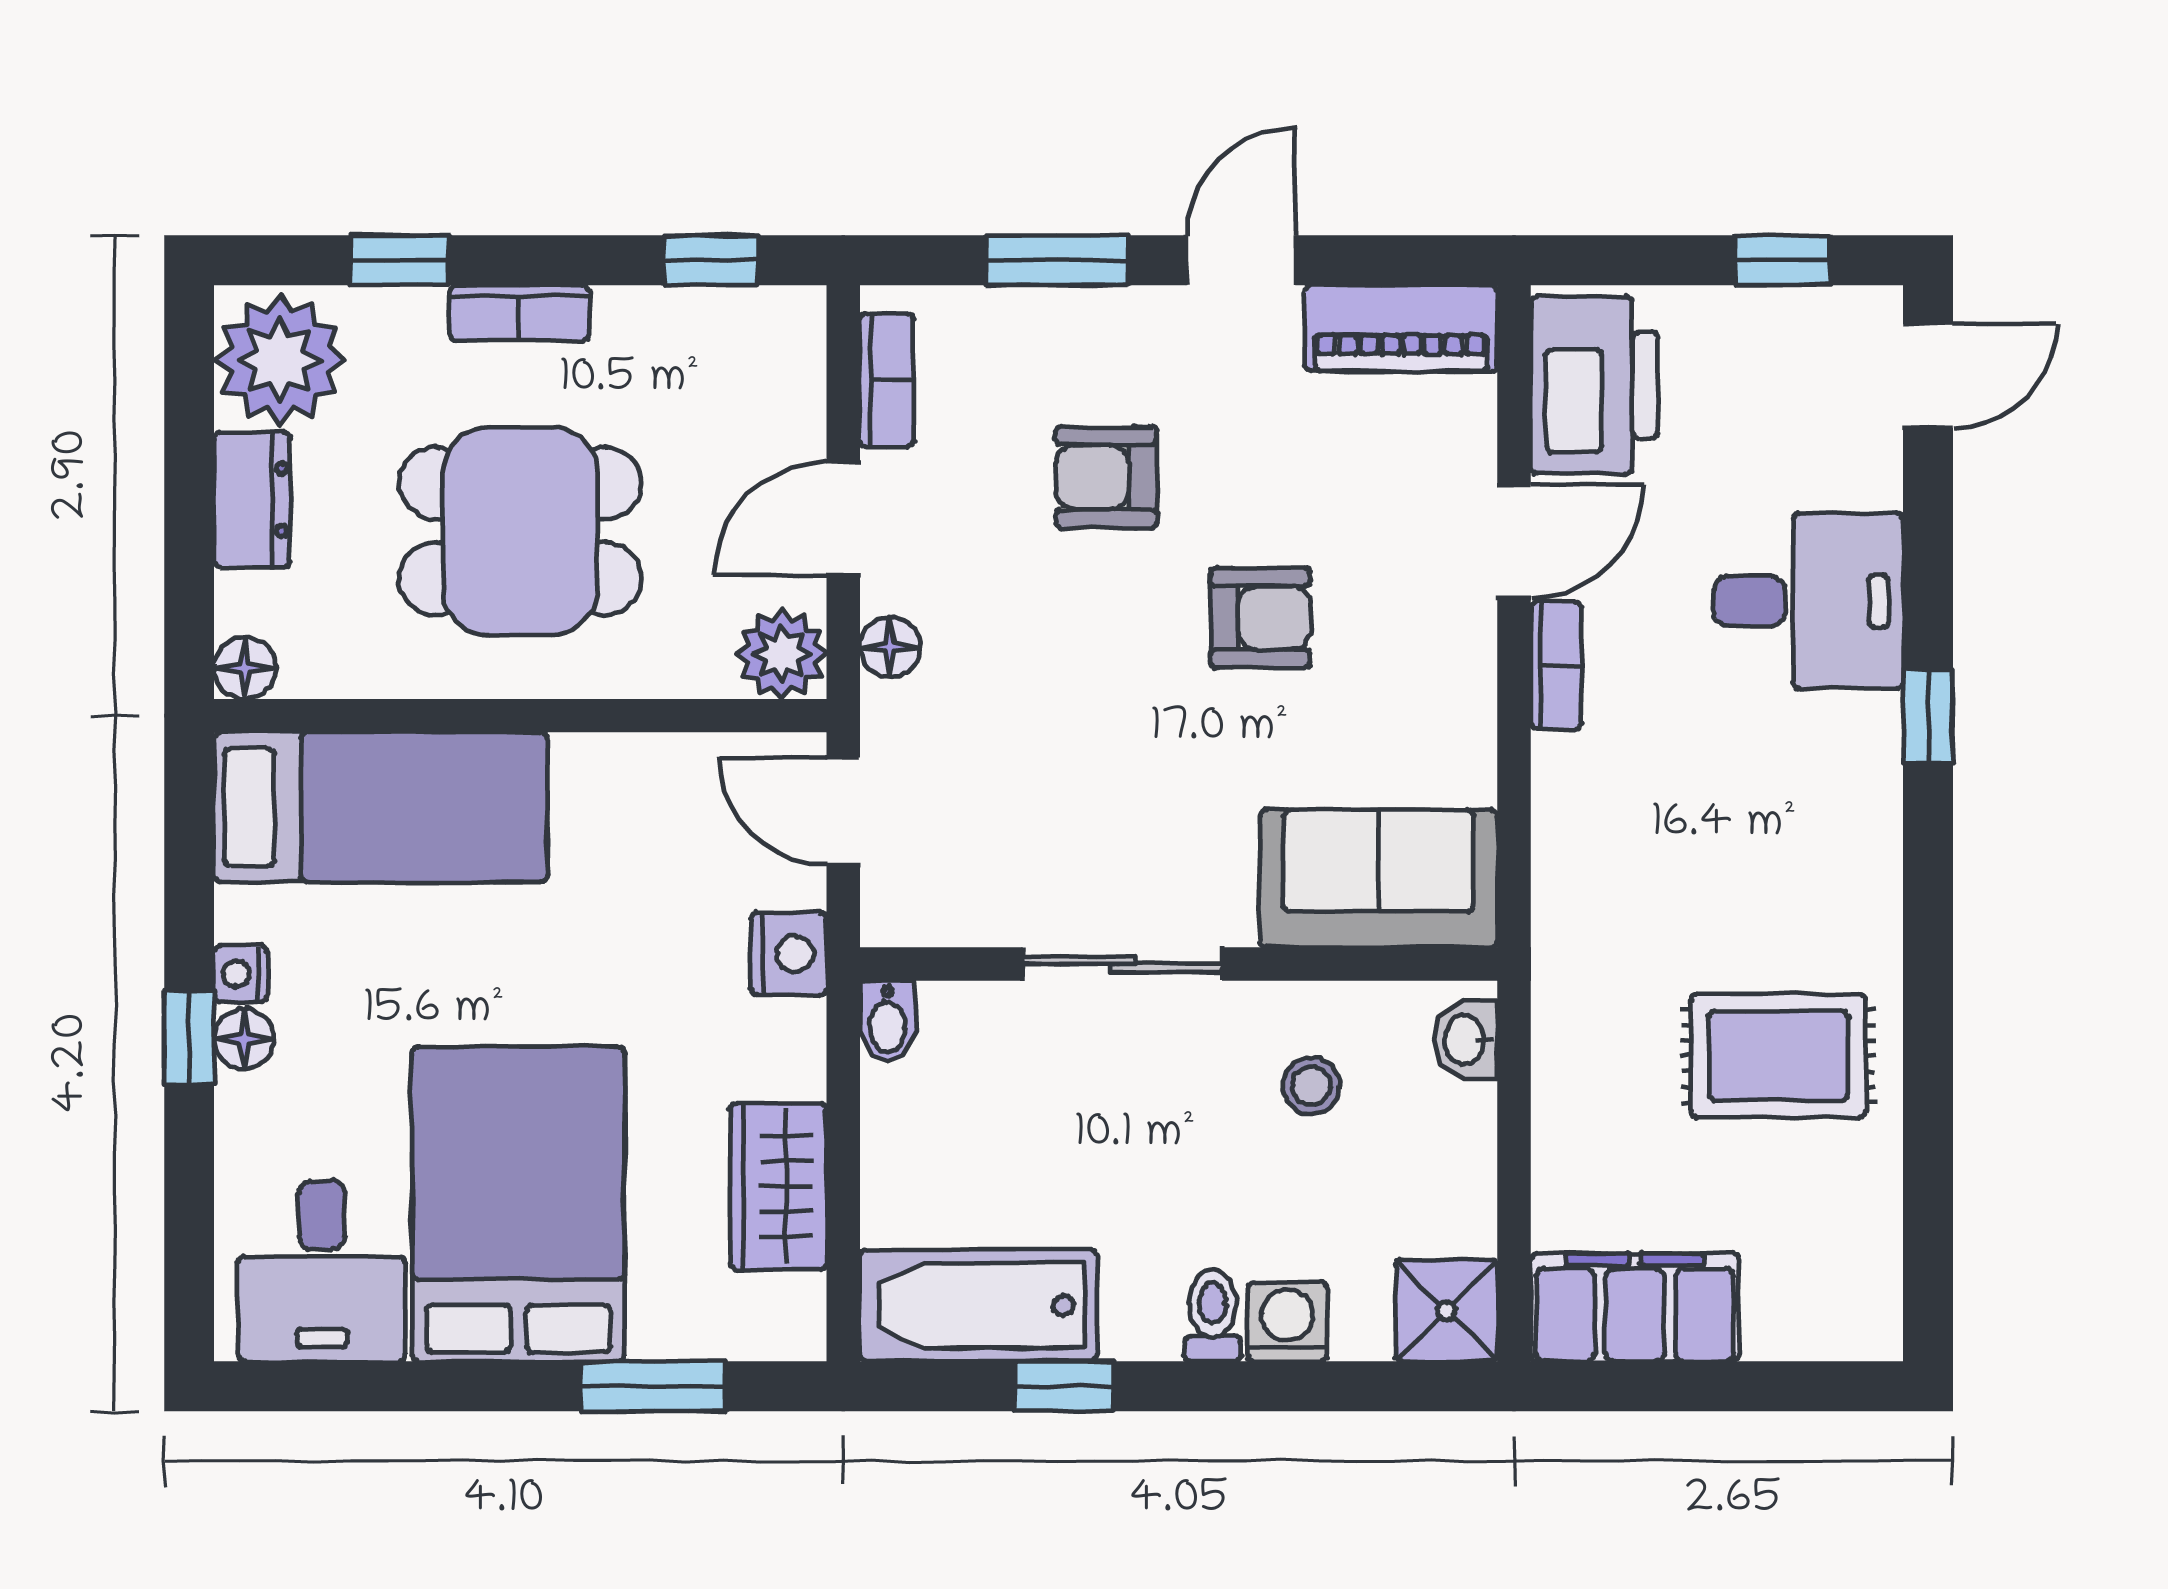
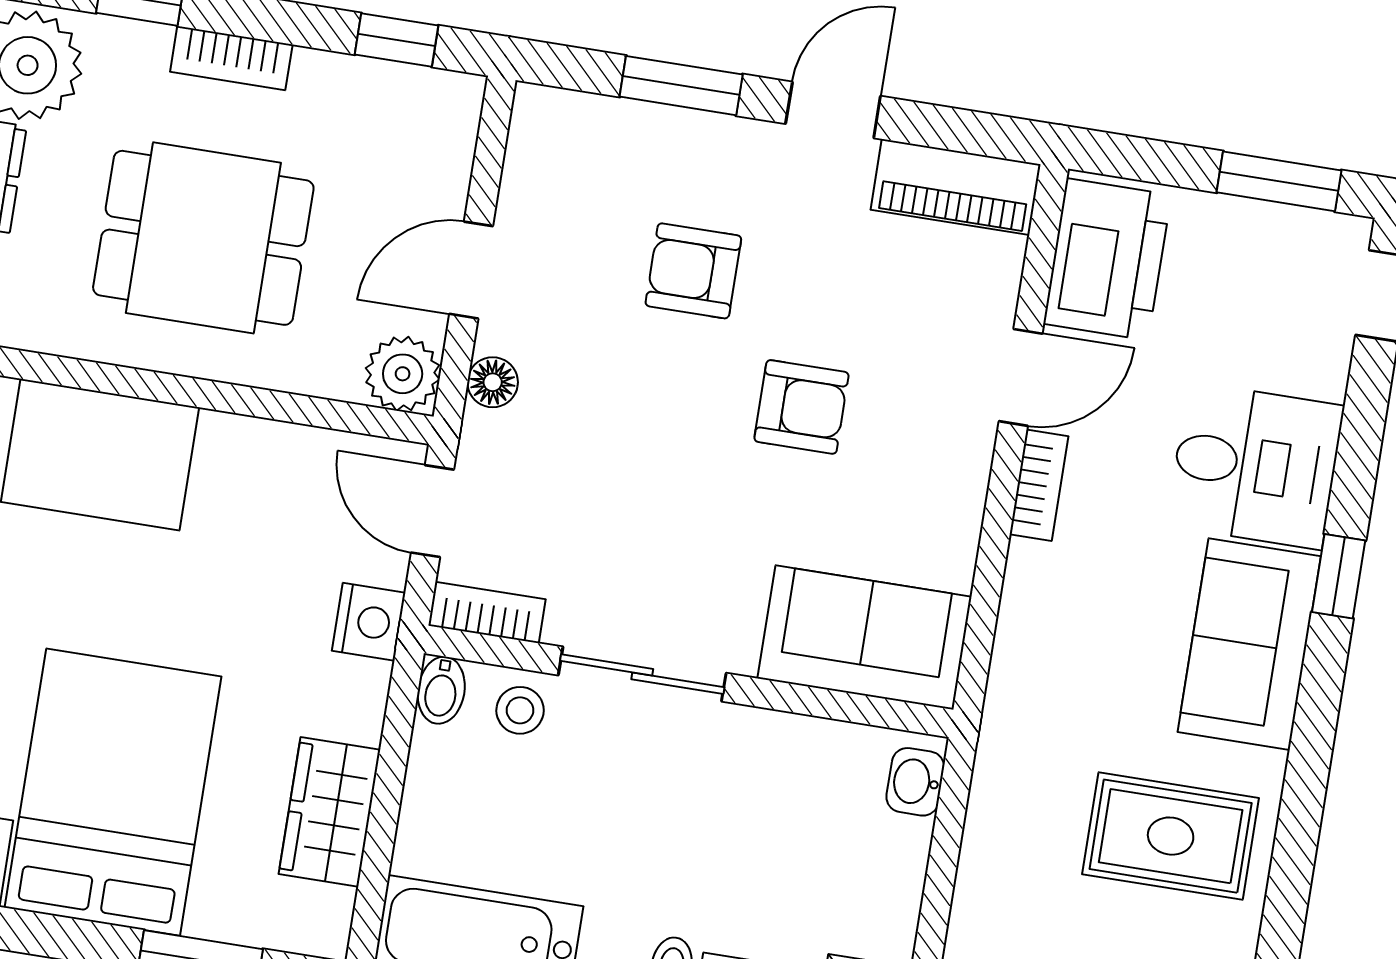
window: (1783, 260) -> (1279, 181), width x1.50
bookcase: (887, 380) -> (487, 612), moved, turned -90
sofa: (1835, 813) -> (1249, 644), added
stool: (1311, 1086) -> (520, 710), moved

